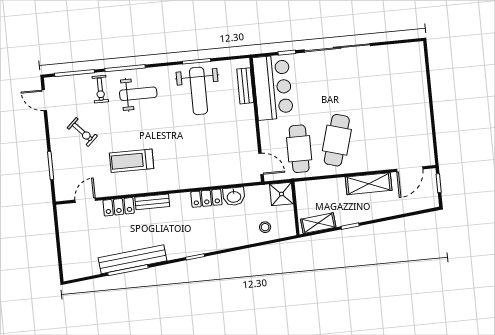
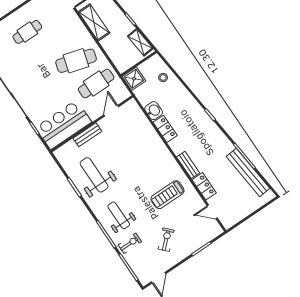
bench: (245, 86) -> (87, 135), moved
weight bench: (198, 91) -> (94, 175), turned -90
cafe table: (399, 103) -> (27, 32), added
treadmill: (132, 161) -> (167, 195), turned 90
door: (261, 164) -> (111, 111), moved
bench: (132, 259) -> (248, 172), moved

